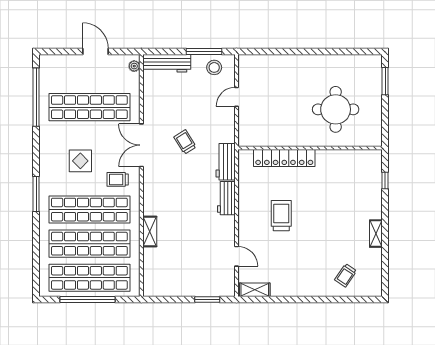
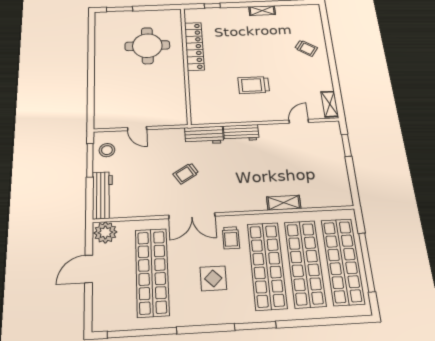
plant: (134, 66) -> (105, 232), width x1.88, depth x1.88
locker: (284, 158) -> (194, 46), moved
trolley: (346, 275) -> (306, 48), moved

